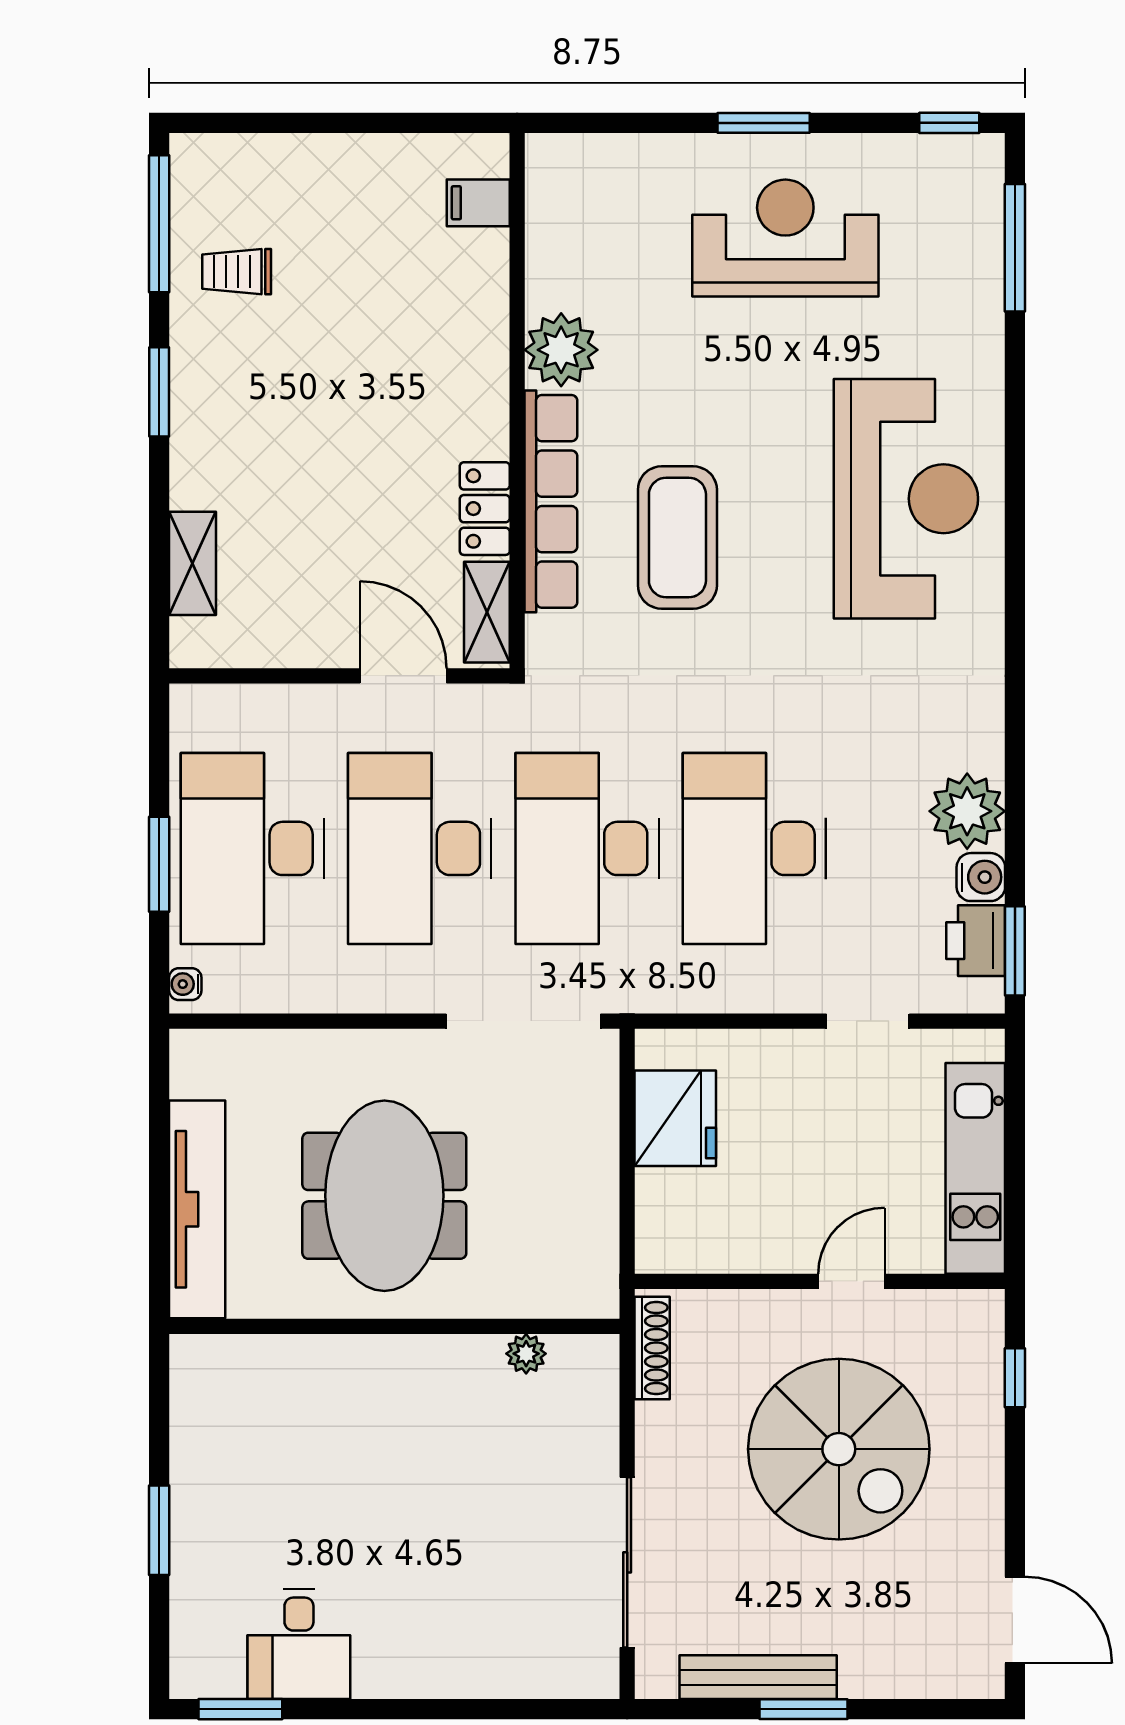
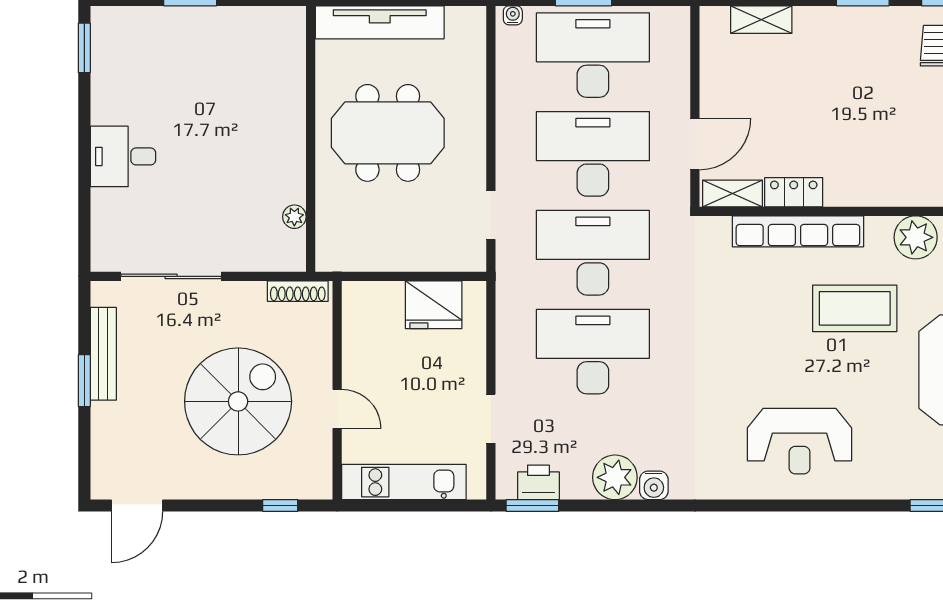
plant: (561, 350) -> (916, 237), moved
reception desk: (906, 499) -> (800, 441), width x0.74, depth x0.77
coffee table: (677, 538) -> (855, 308), moved
water cooler: (981, 877) -> (654, 485), moved
doorway: (523, 1021) -> (491, 215), width x0.53
spiral stairs: (839, 1449) -> (238, 401), turned 180
desk: (299, 1644) -> (123, 156), moved

